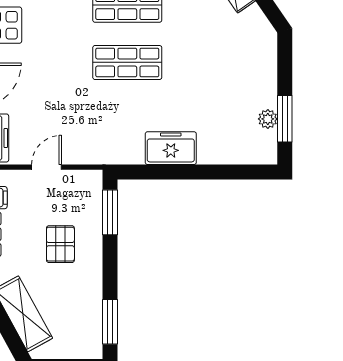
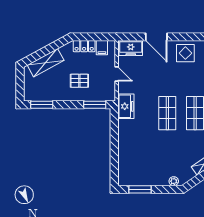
plant: (268, 119) -> (174, 181), moved
freezer: (171, 148) -> (126, 106), moved

